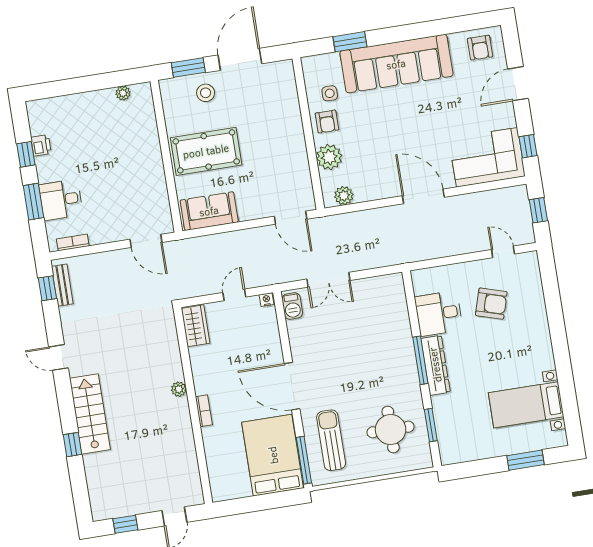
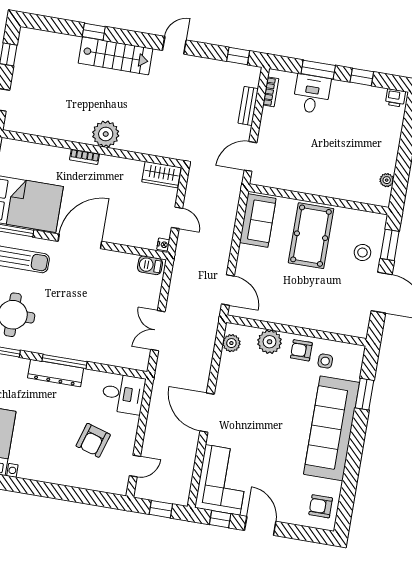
door: (518, 84) -> (260, 526), moved
printer: (41, 145) -> (395, 98), moved
door: (423, 196) -> (207, 413), swing flipped
door: (291, 218) -> (228, 290), swing flipped
double door: (328, 280) -> (158, 331), moved
bench: (62, 285) -> (248, 106), moved, turned 90
desk: (439, 313) -> (123, 394), moved, turned 90
plant: (179, 389) -> (106, 134), width x1.87, depth x1.87

